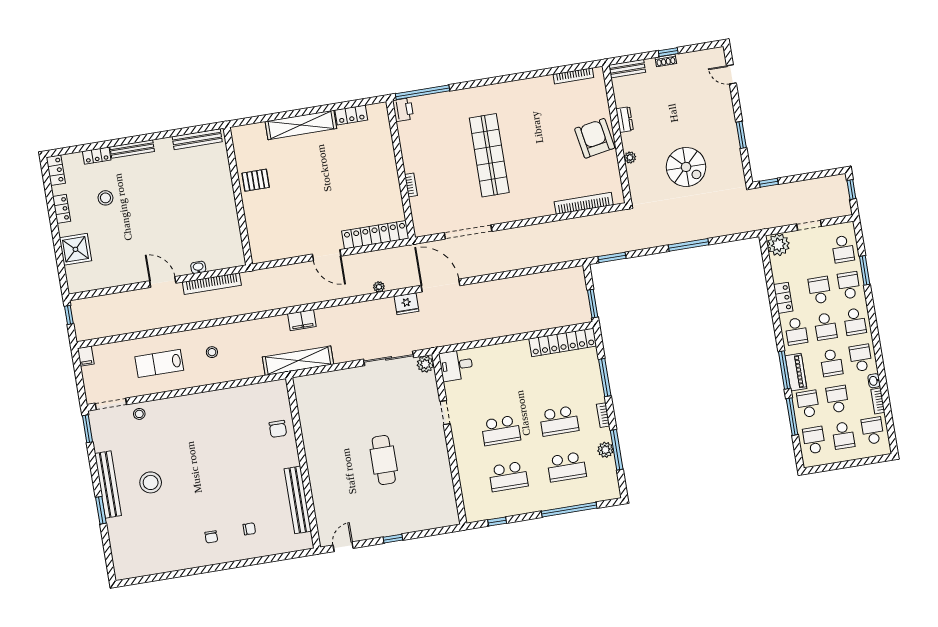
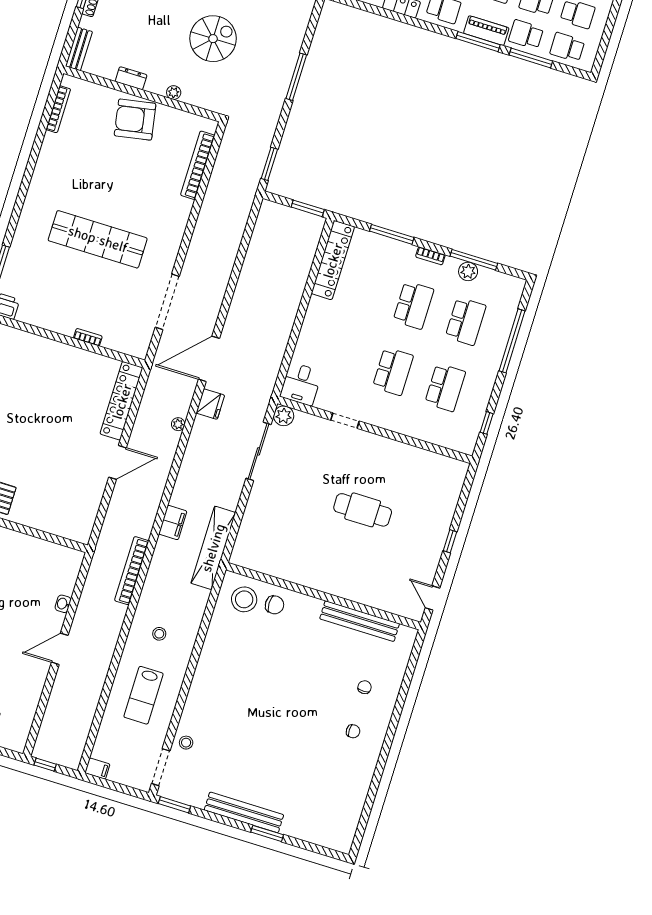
bookcase: (212, 284) -> (132, 571), moved, turned 180
stool: (151, 482) -> (244, 599), moved

